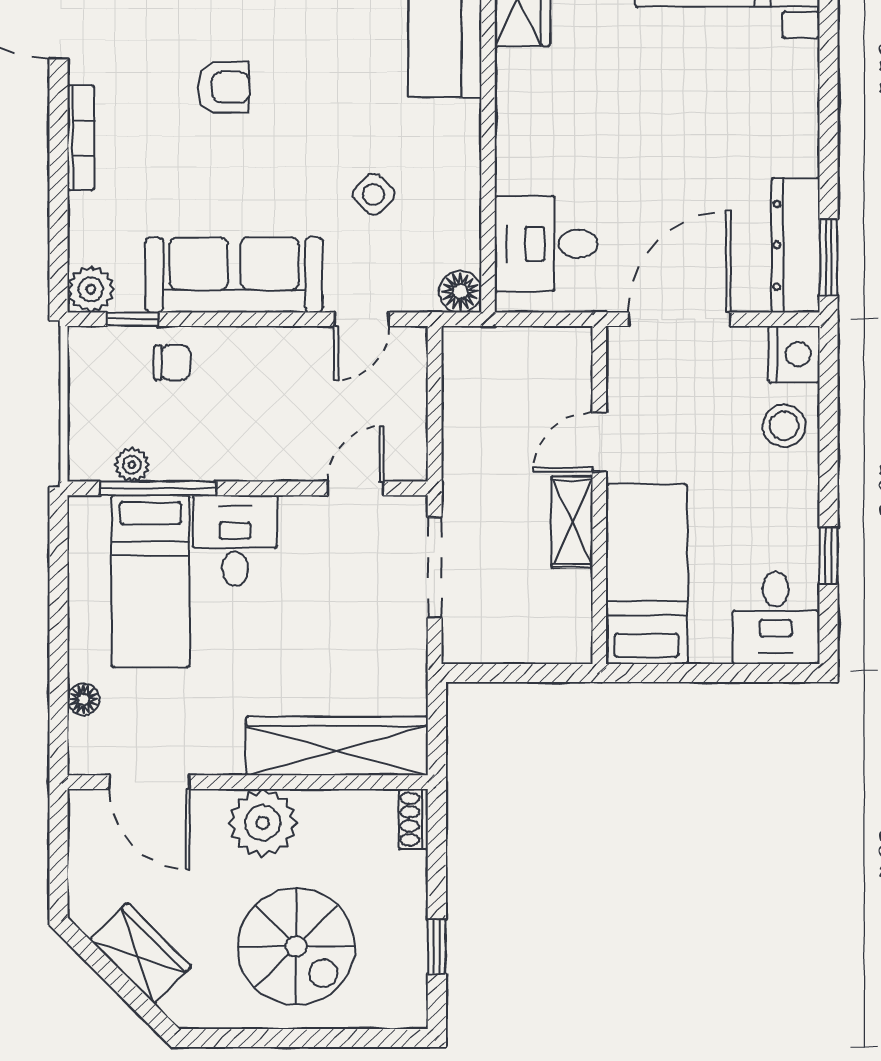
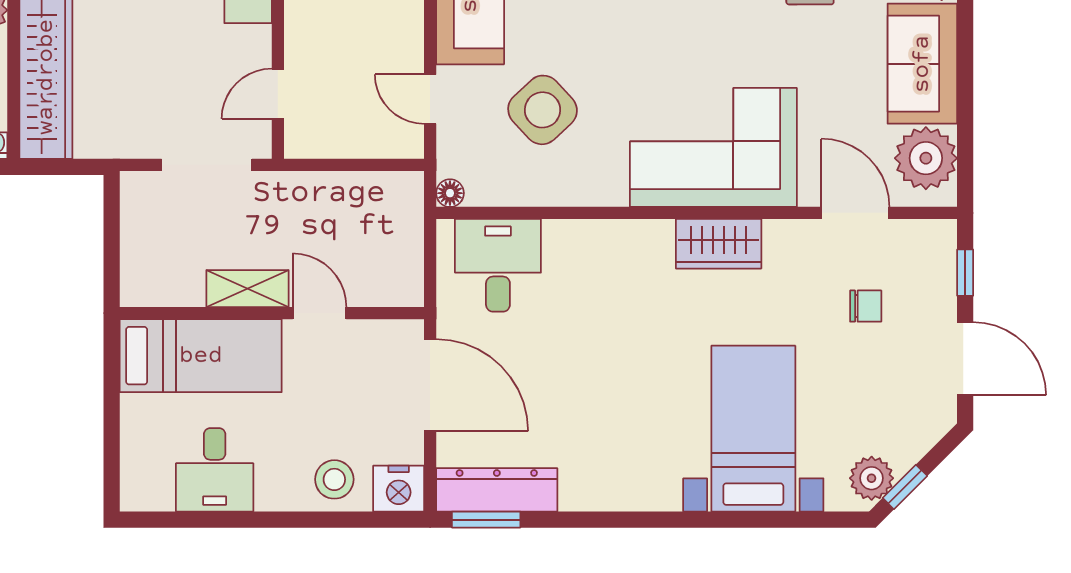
side table: (374, 194) -> (543, 110), width x1.87, depth x1.87
floor lamp: (460, 291) -> (450, 193), width x0.73, depth x0.73
door: (356, 488) -> (278, 94), swing flipped
window: (829, 556) -> (217, 520), removed
desk: (776, 618) -> (215, 470), moved, turned -90

